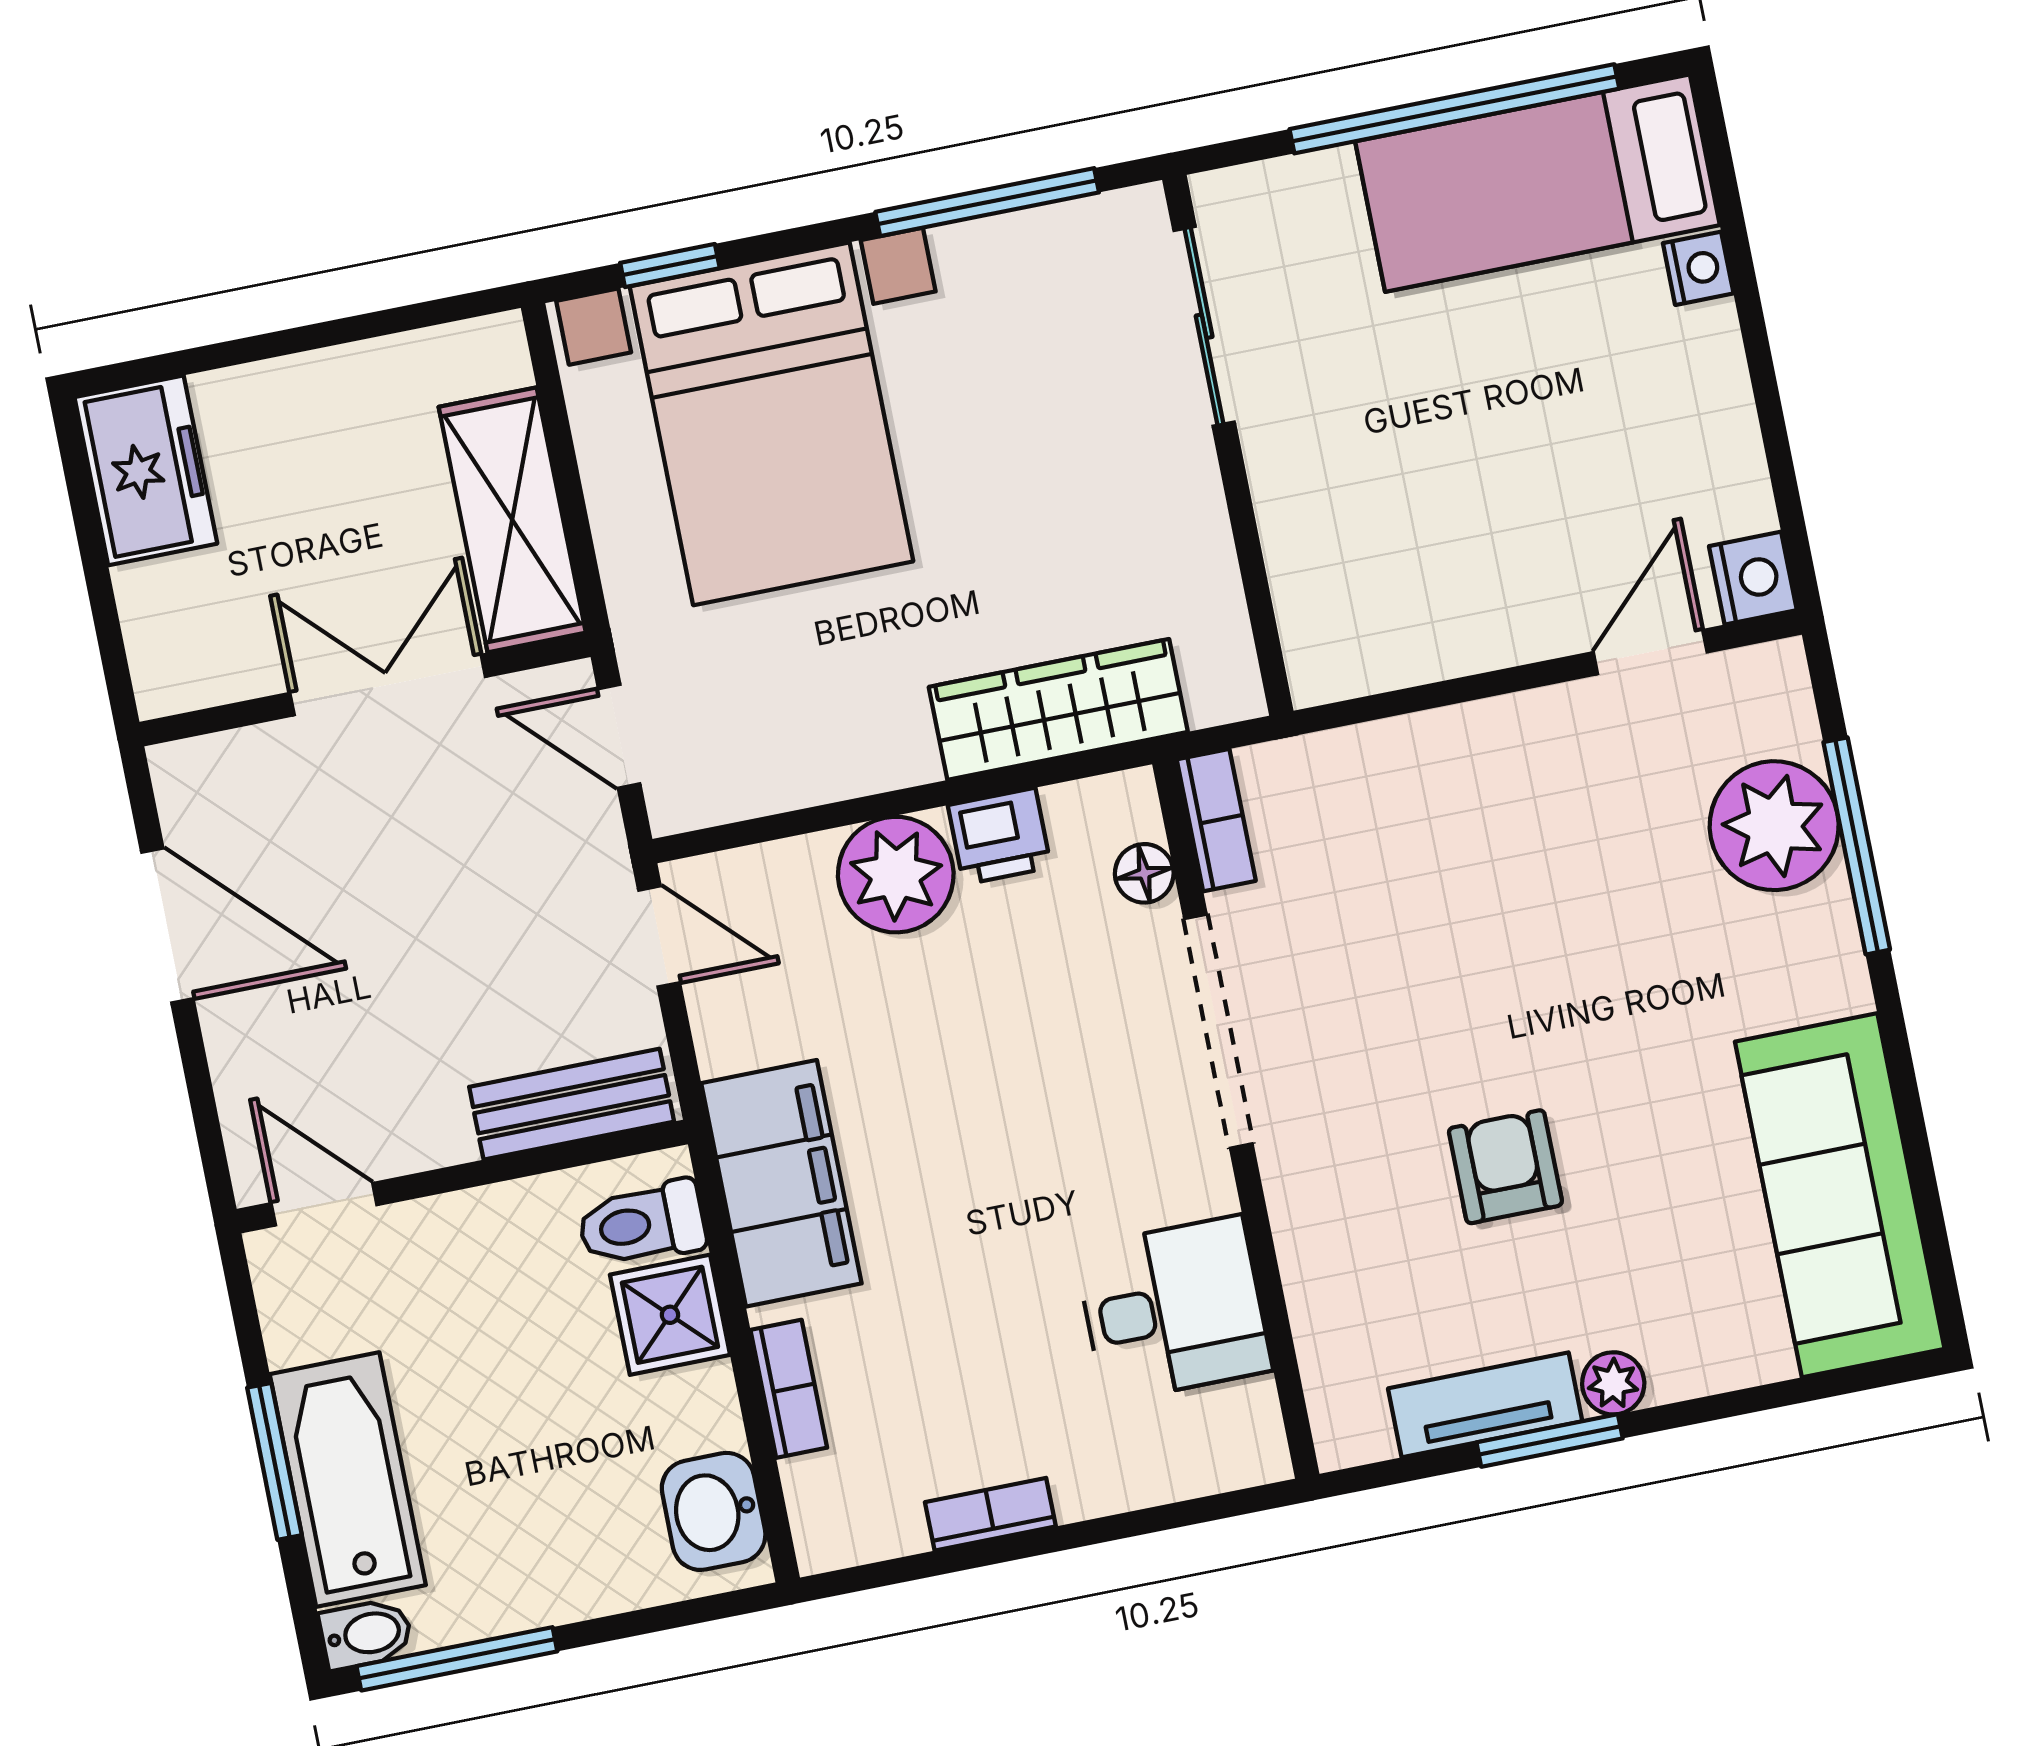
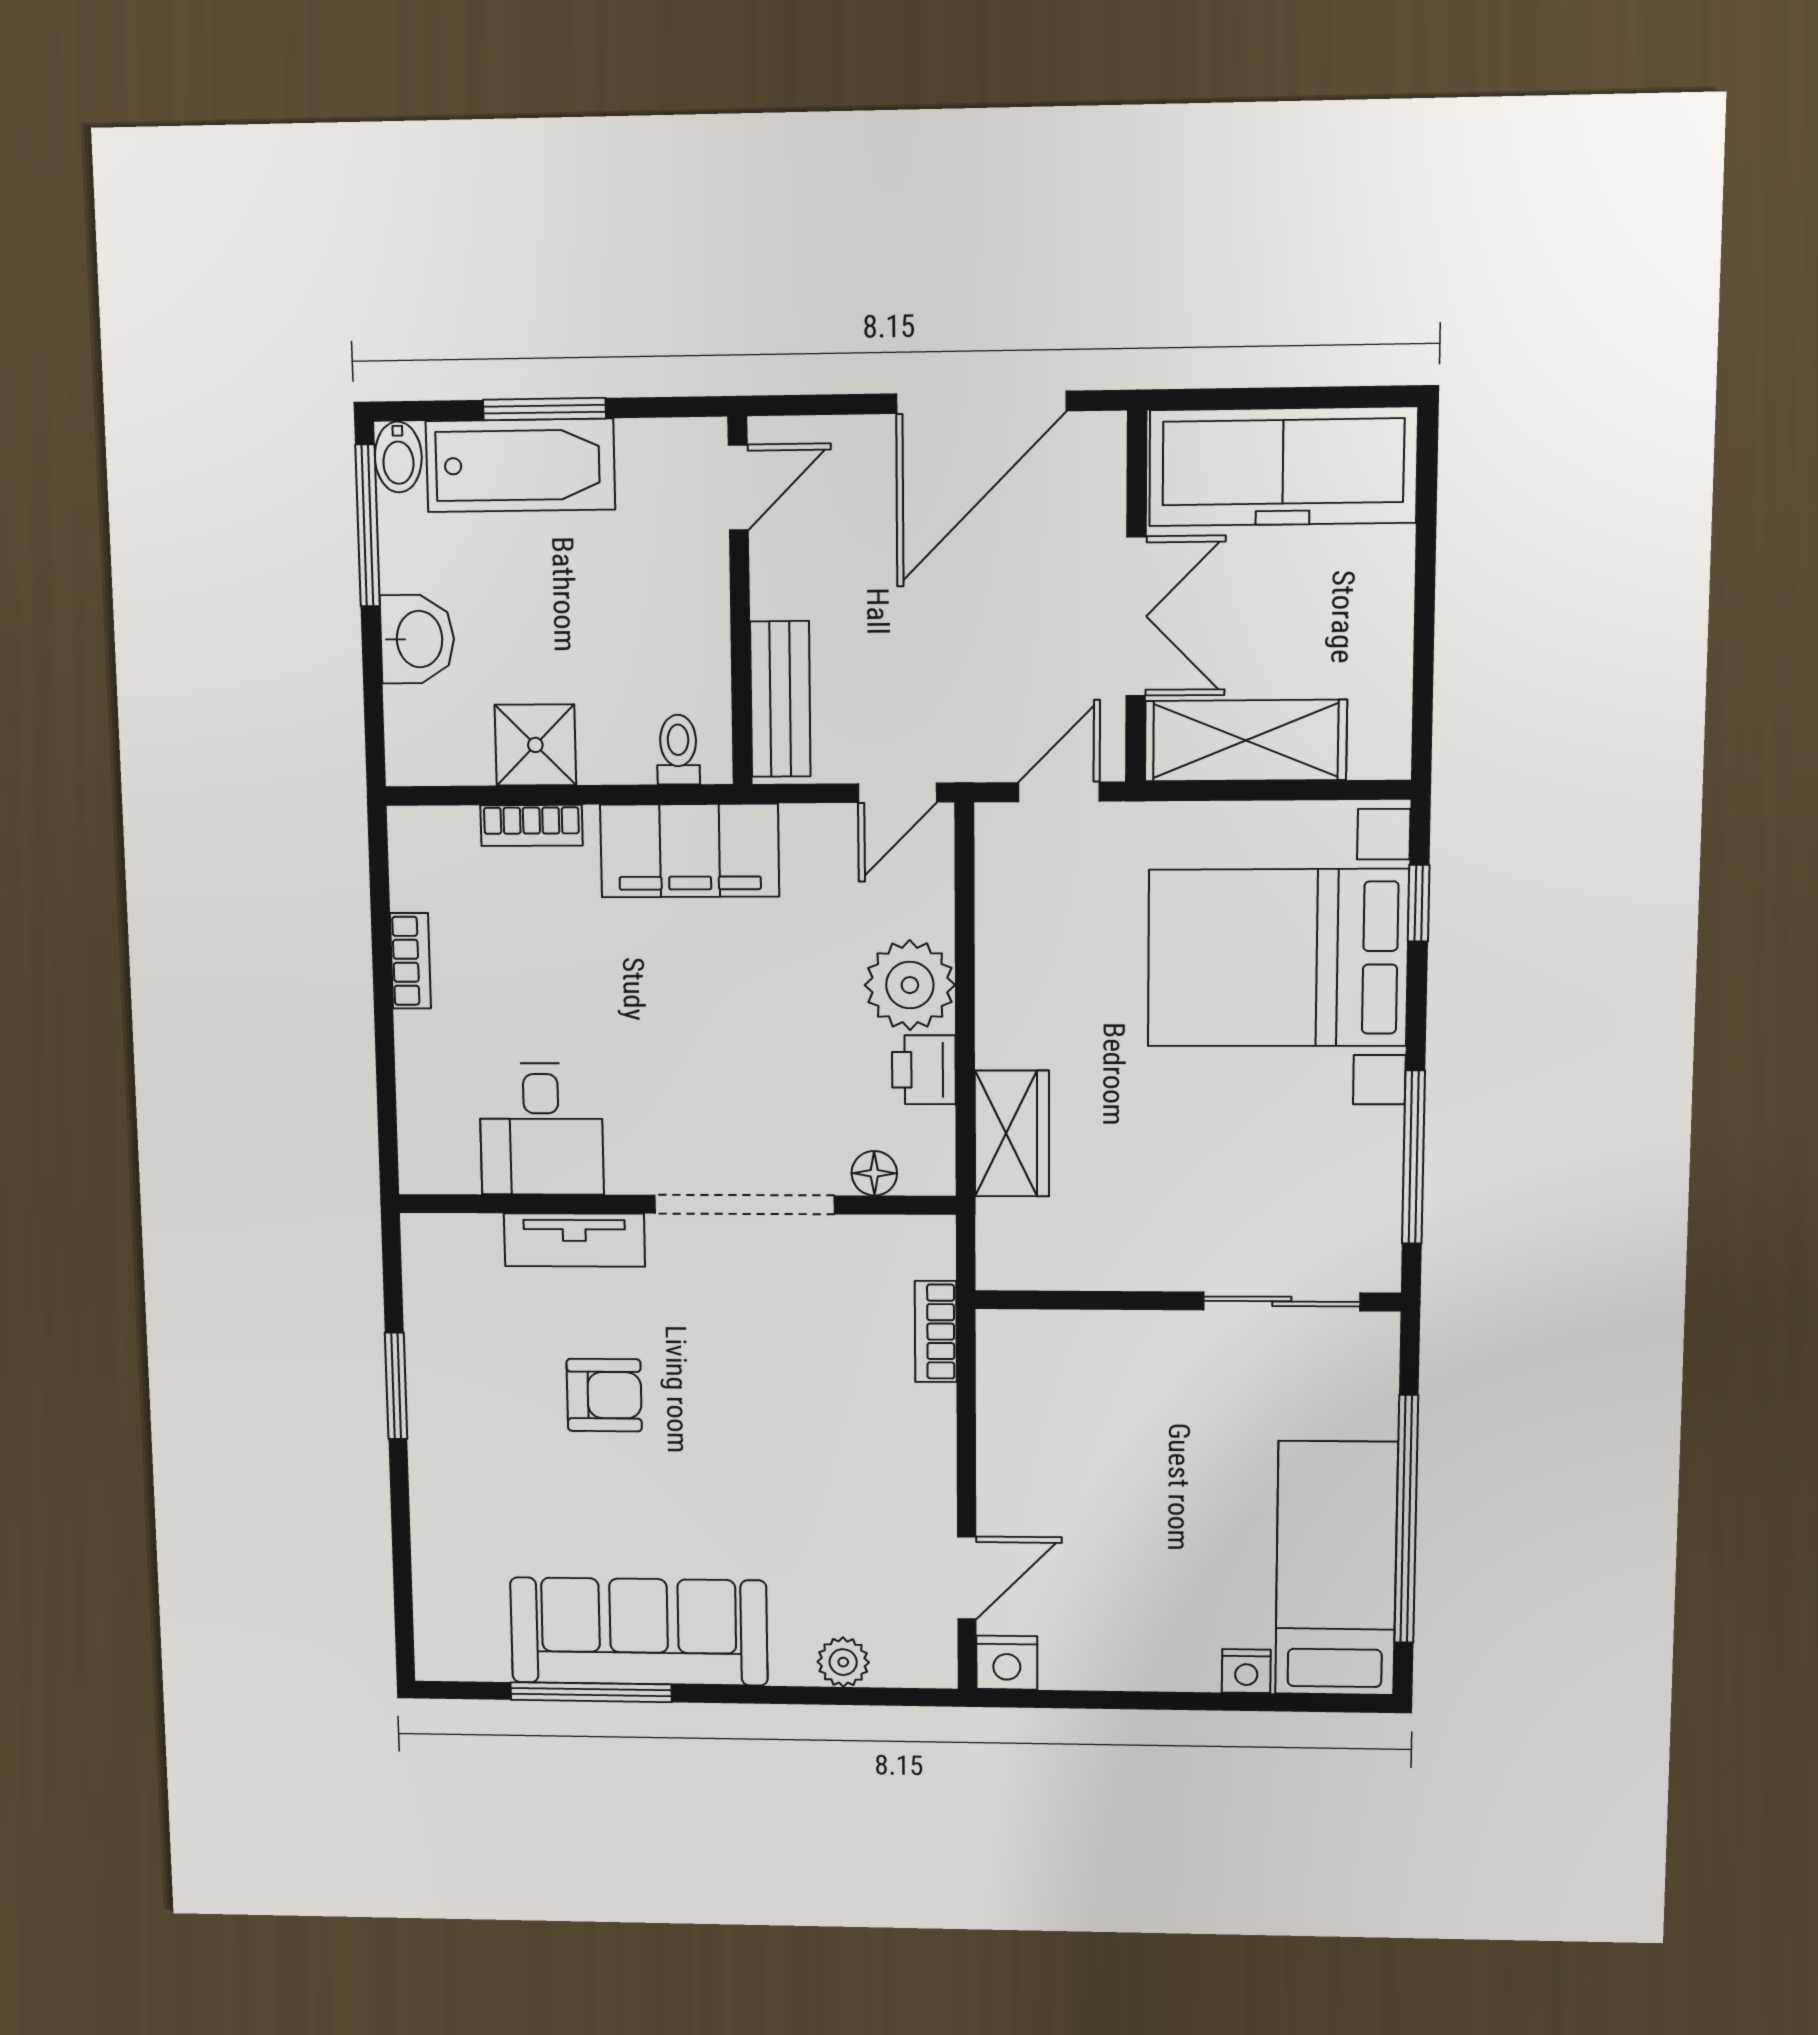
freezer: (146, 470) -> (1283, 466), width x1.91, depth x1.26
door: (1650, 652) -> (967, 1578), hinge flipped
wardrobe: (1058, 709) -> (1012, 1134), width x0.67
bookcase: (1216, 820) -> (936, 1332), moved, turned 90
plant: (1774, 826) -> (843, 1662), width x0.53, depth x0.53
window: (1857, 846) -> (591, 1692), moved
door: (167, 926) -> (981, 402), width x1.36
sofa: (1840, 1195) -> (639, 1631), moved
toilet: (642, 1224) -> (678, 750), width x0.73, depth x0.72
shower: (670, 1315) -> (535, 745), moved
plant: (1613, 1383) -> (430, 1440), removed
tv unit: (1485, 1405) -> (574, 1240), moved, turned 90
washbasin: (714, 1511) -> (417, 639), moved, turned 90

